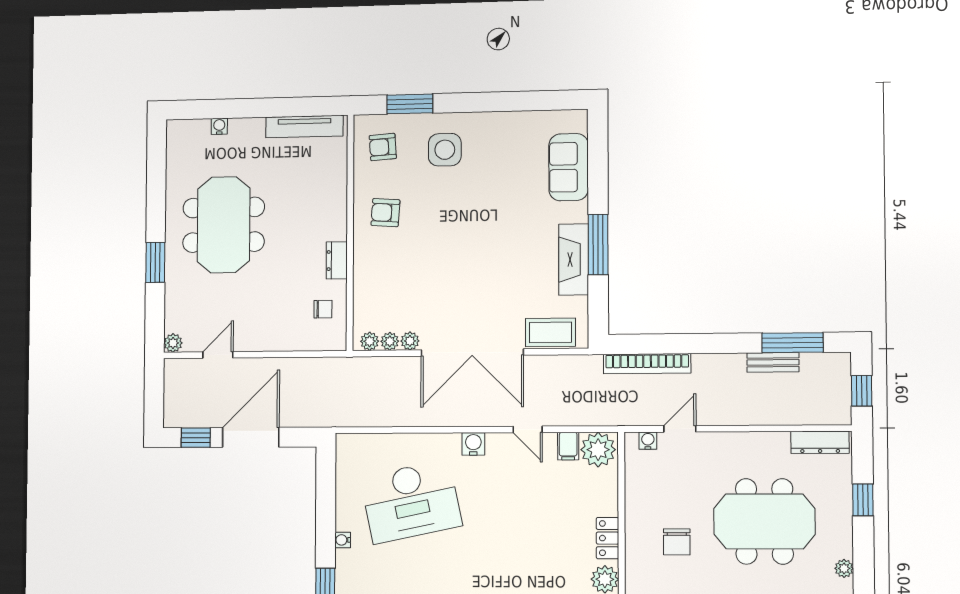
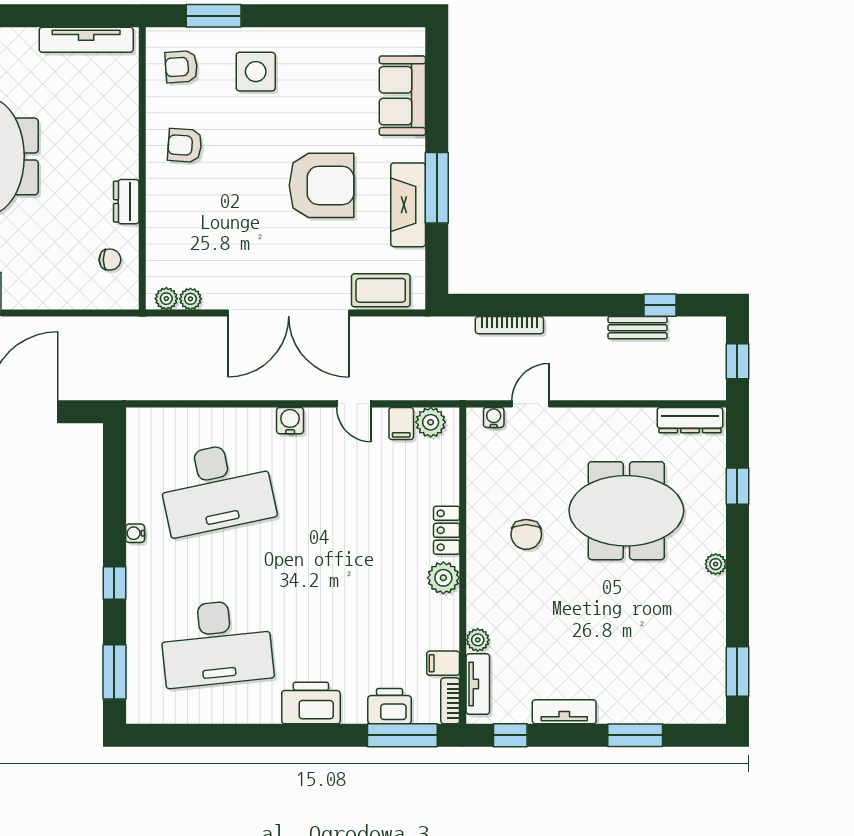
armchair: (500, 244) -> (321, 185), added
plant: (410, 341) -> (215, 299), removed
window: (793, 343) -> (660, 305), width x0.46
bookcase: (647, 364) -> (509, 325), width x0.68, depth x0.76
plant: (598, 450) -> (431, 422), width x0.73, depth x0.73

